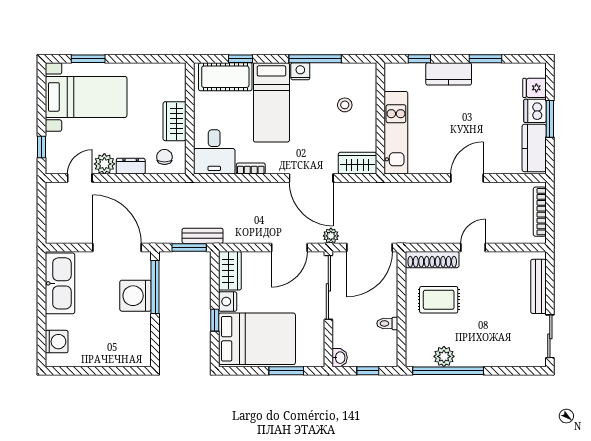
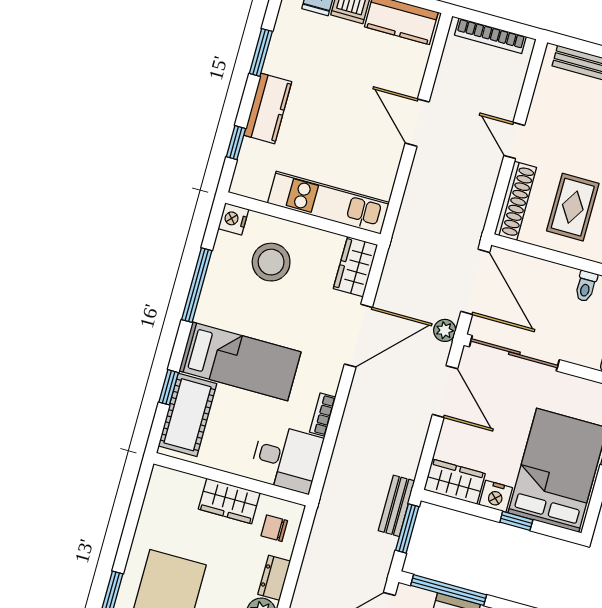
nightstand: (300, 71) -> (233, 219), moved
stool: (345, 105) -> (271, 262), width x1.89, depth x1.89

